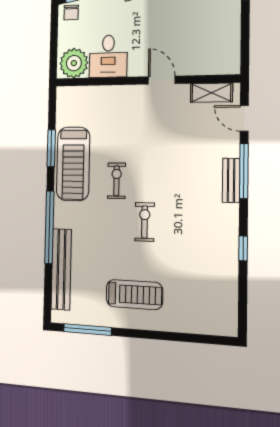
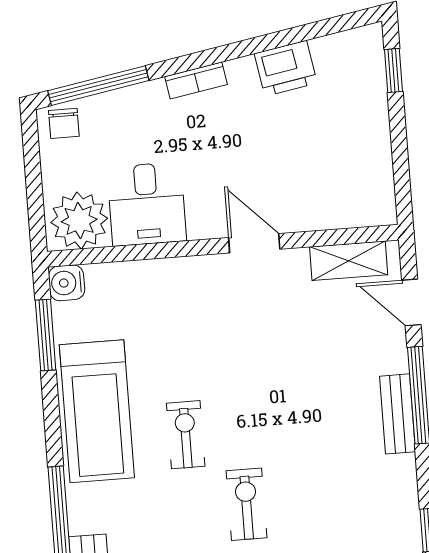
water cooler: (65, 95) -> (67, 283), added
window: (51, 148) -> (46, 335), moved

